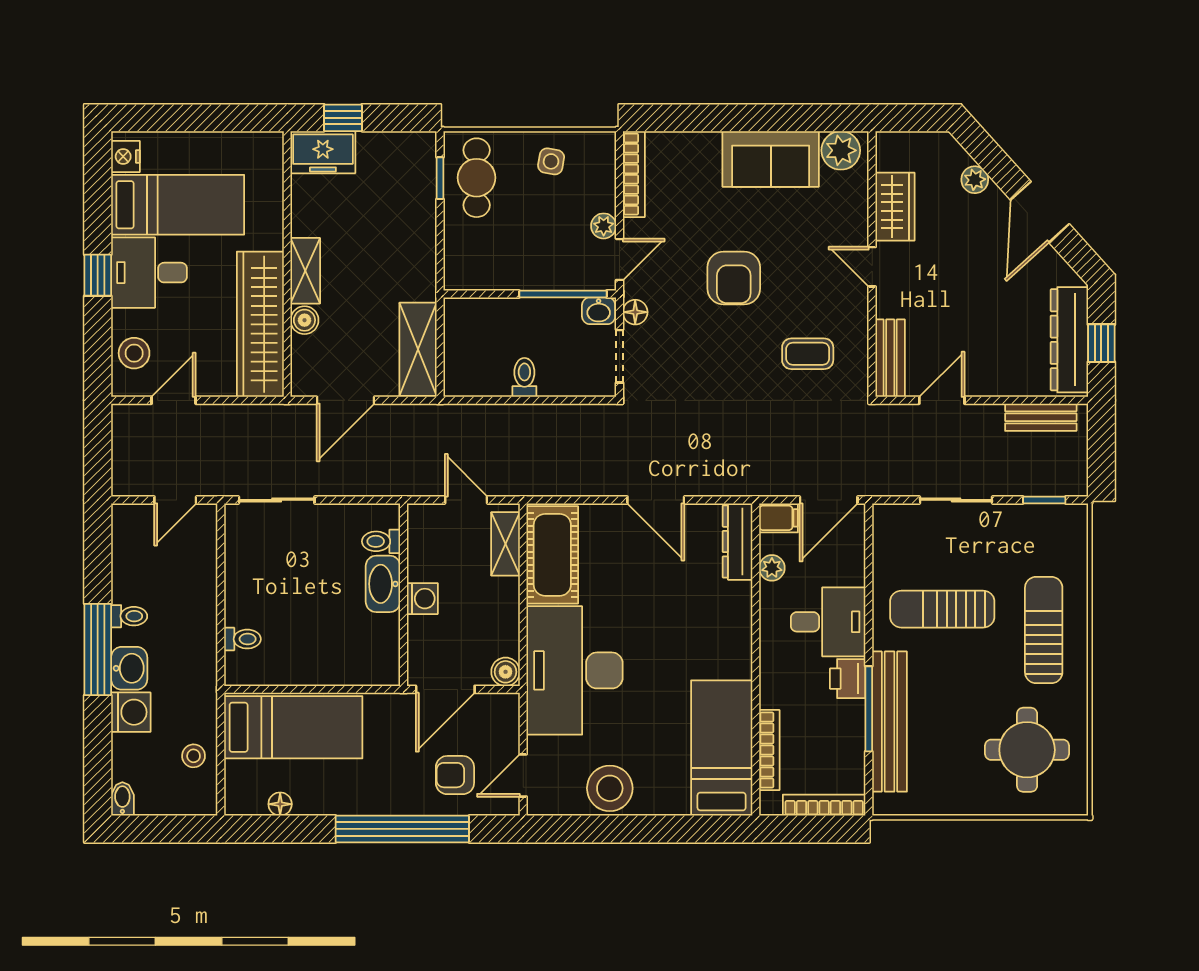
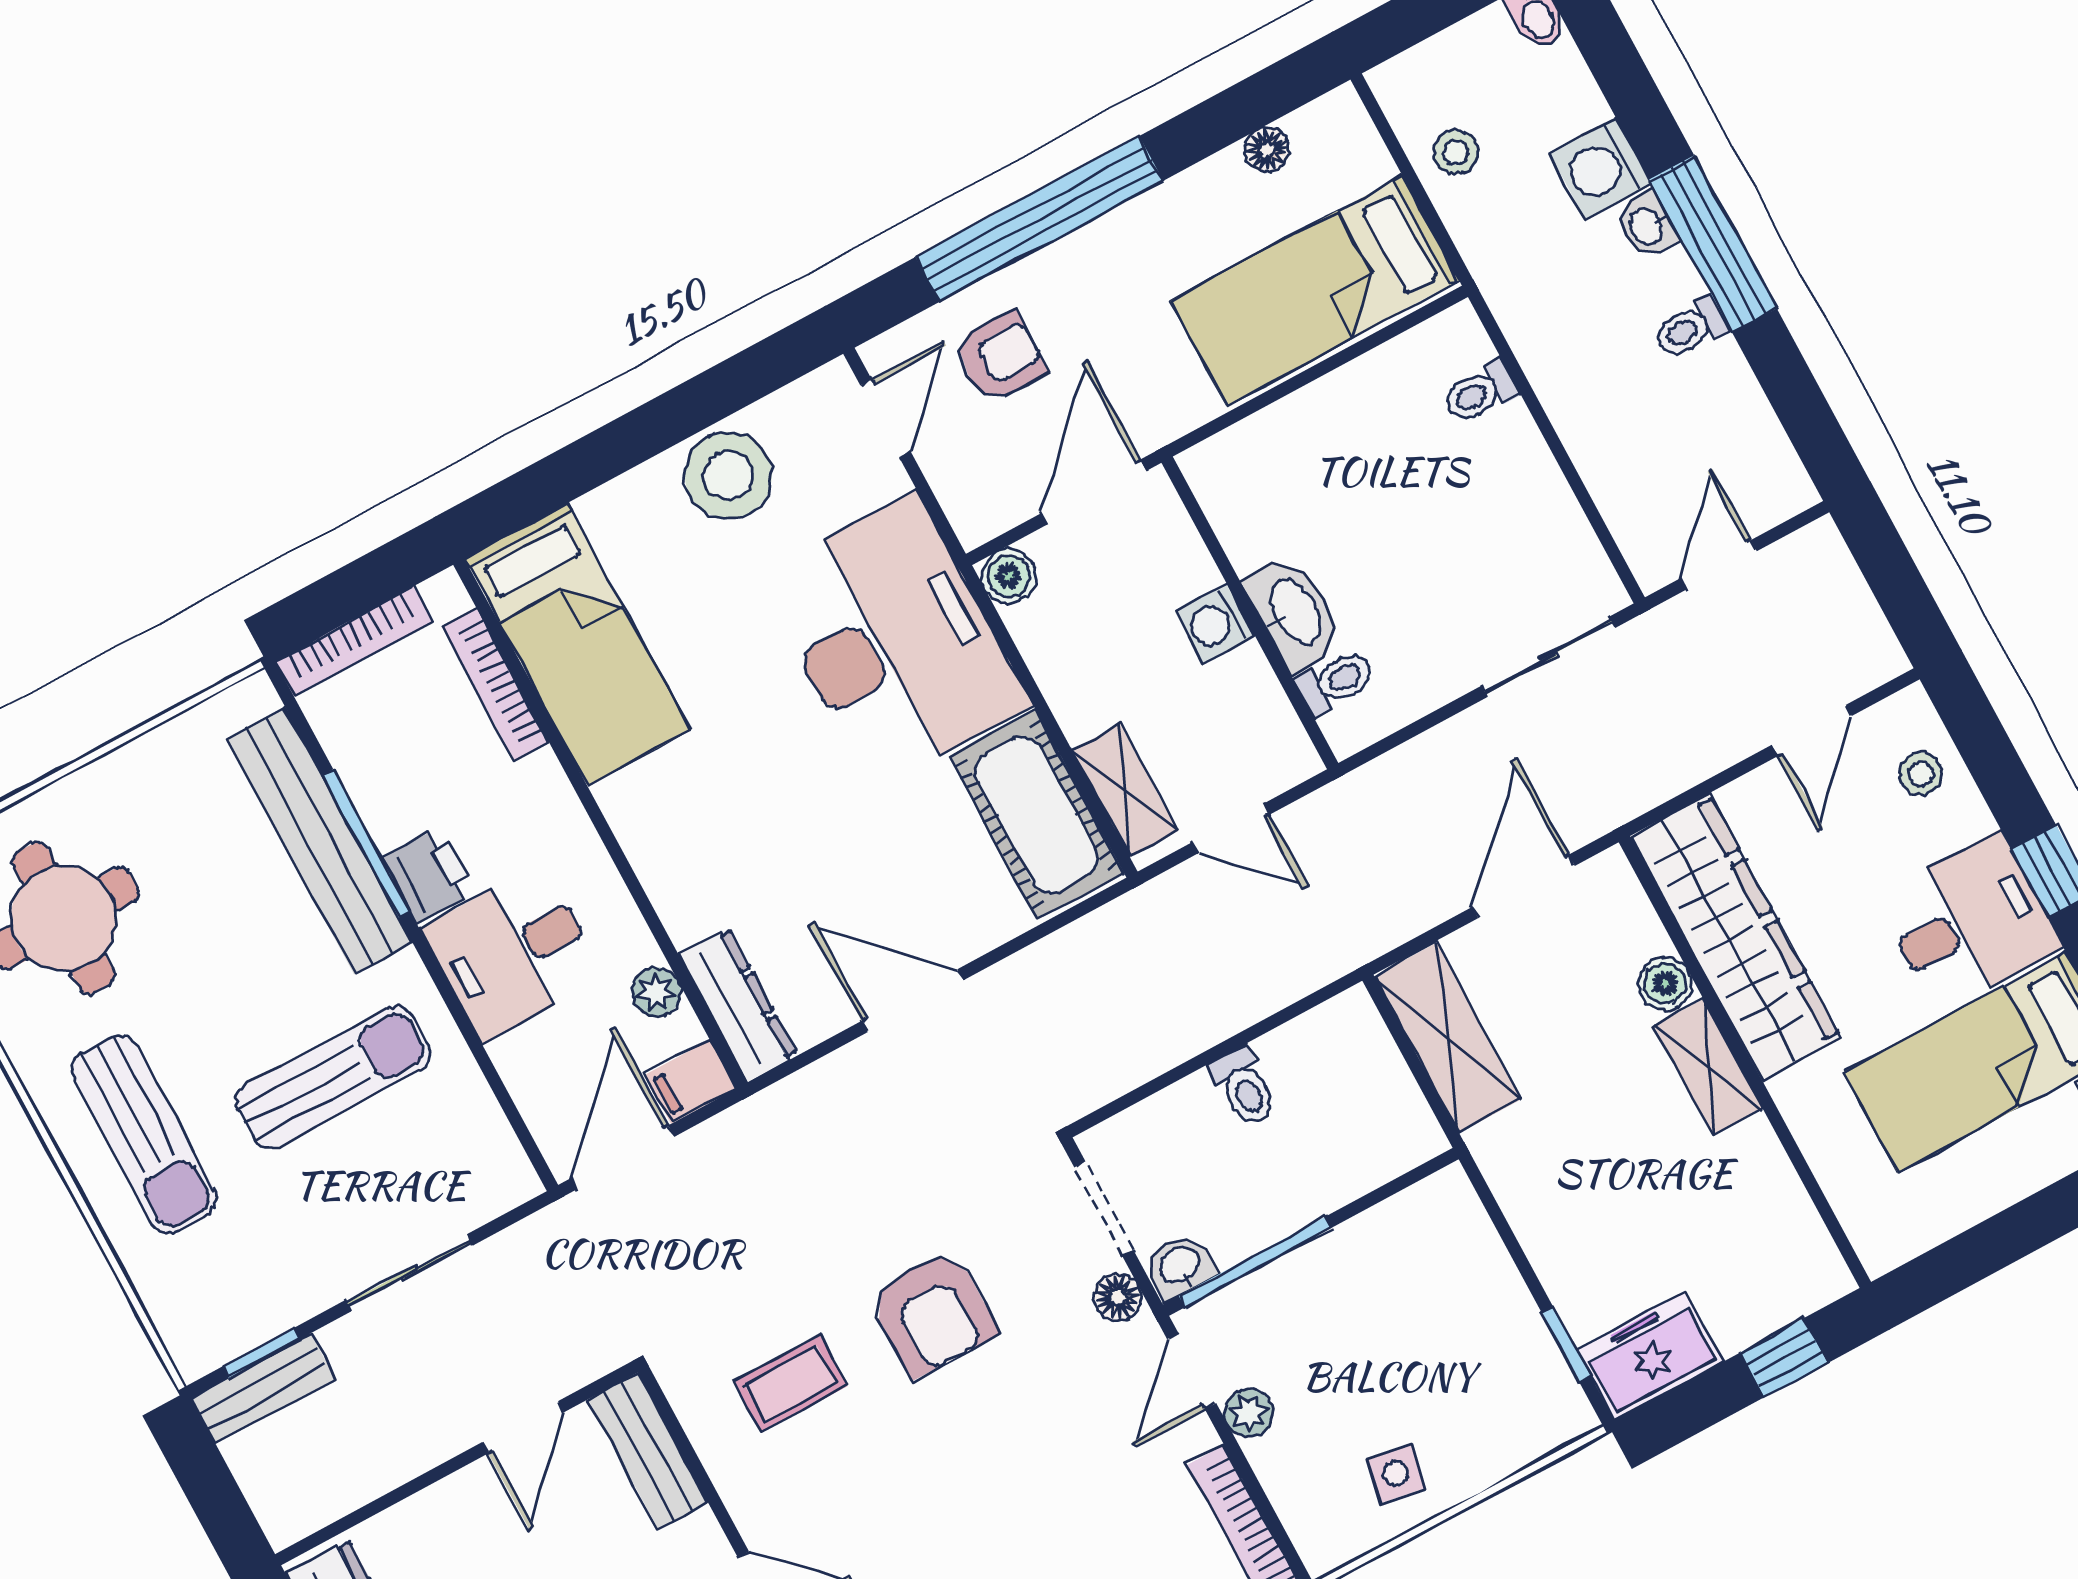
freezer: (323, 152) -> (1650, 1356), moved
cafe table: (477, 178) -> (1506, 1379), removed
armchair: (734, 278) -> (933, 1313), moved, turned 180
stool: (134, 353) -> (1921, 774), width x0.73, depth x0.73
bench: (1041, 417) -> (263, 1389), moved
washbasin: (129, 668) -> (1647, 226), width x0.72, depth x0.69

